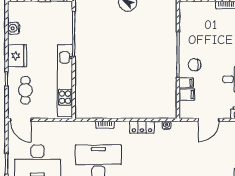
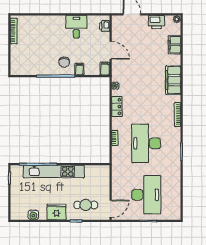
kitchen unit: (65, 81) -> (54, 172), moved
filing cabinet: (187, 95) -> (105, 69), moved

